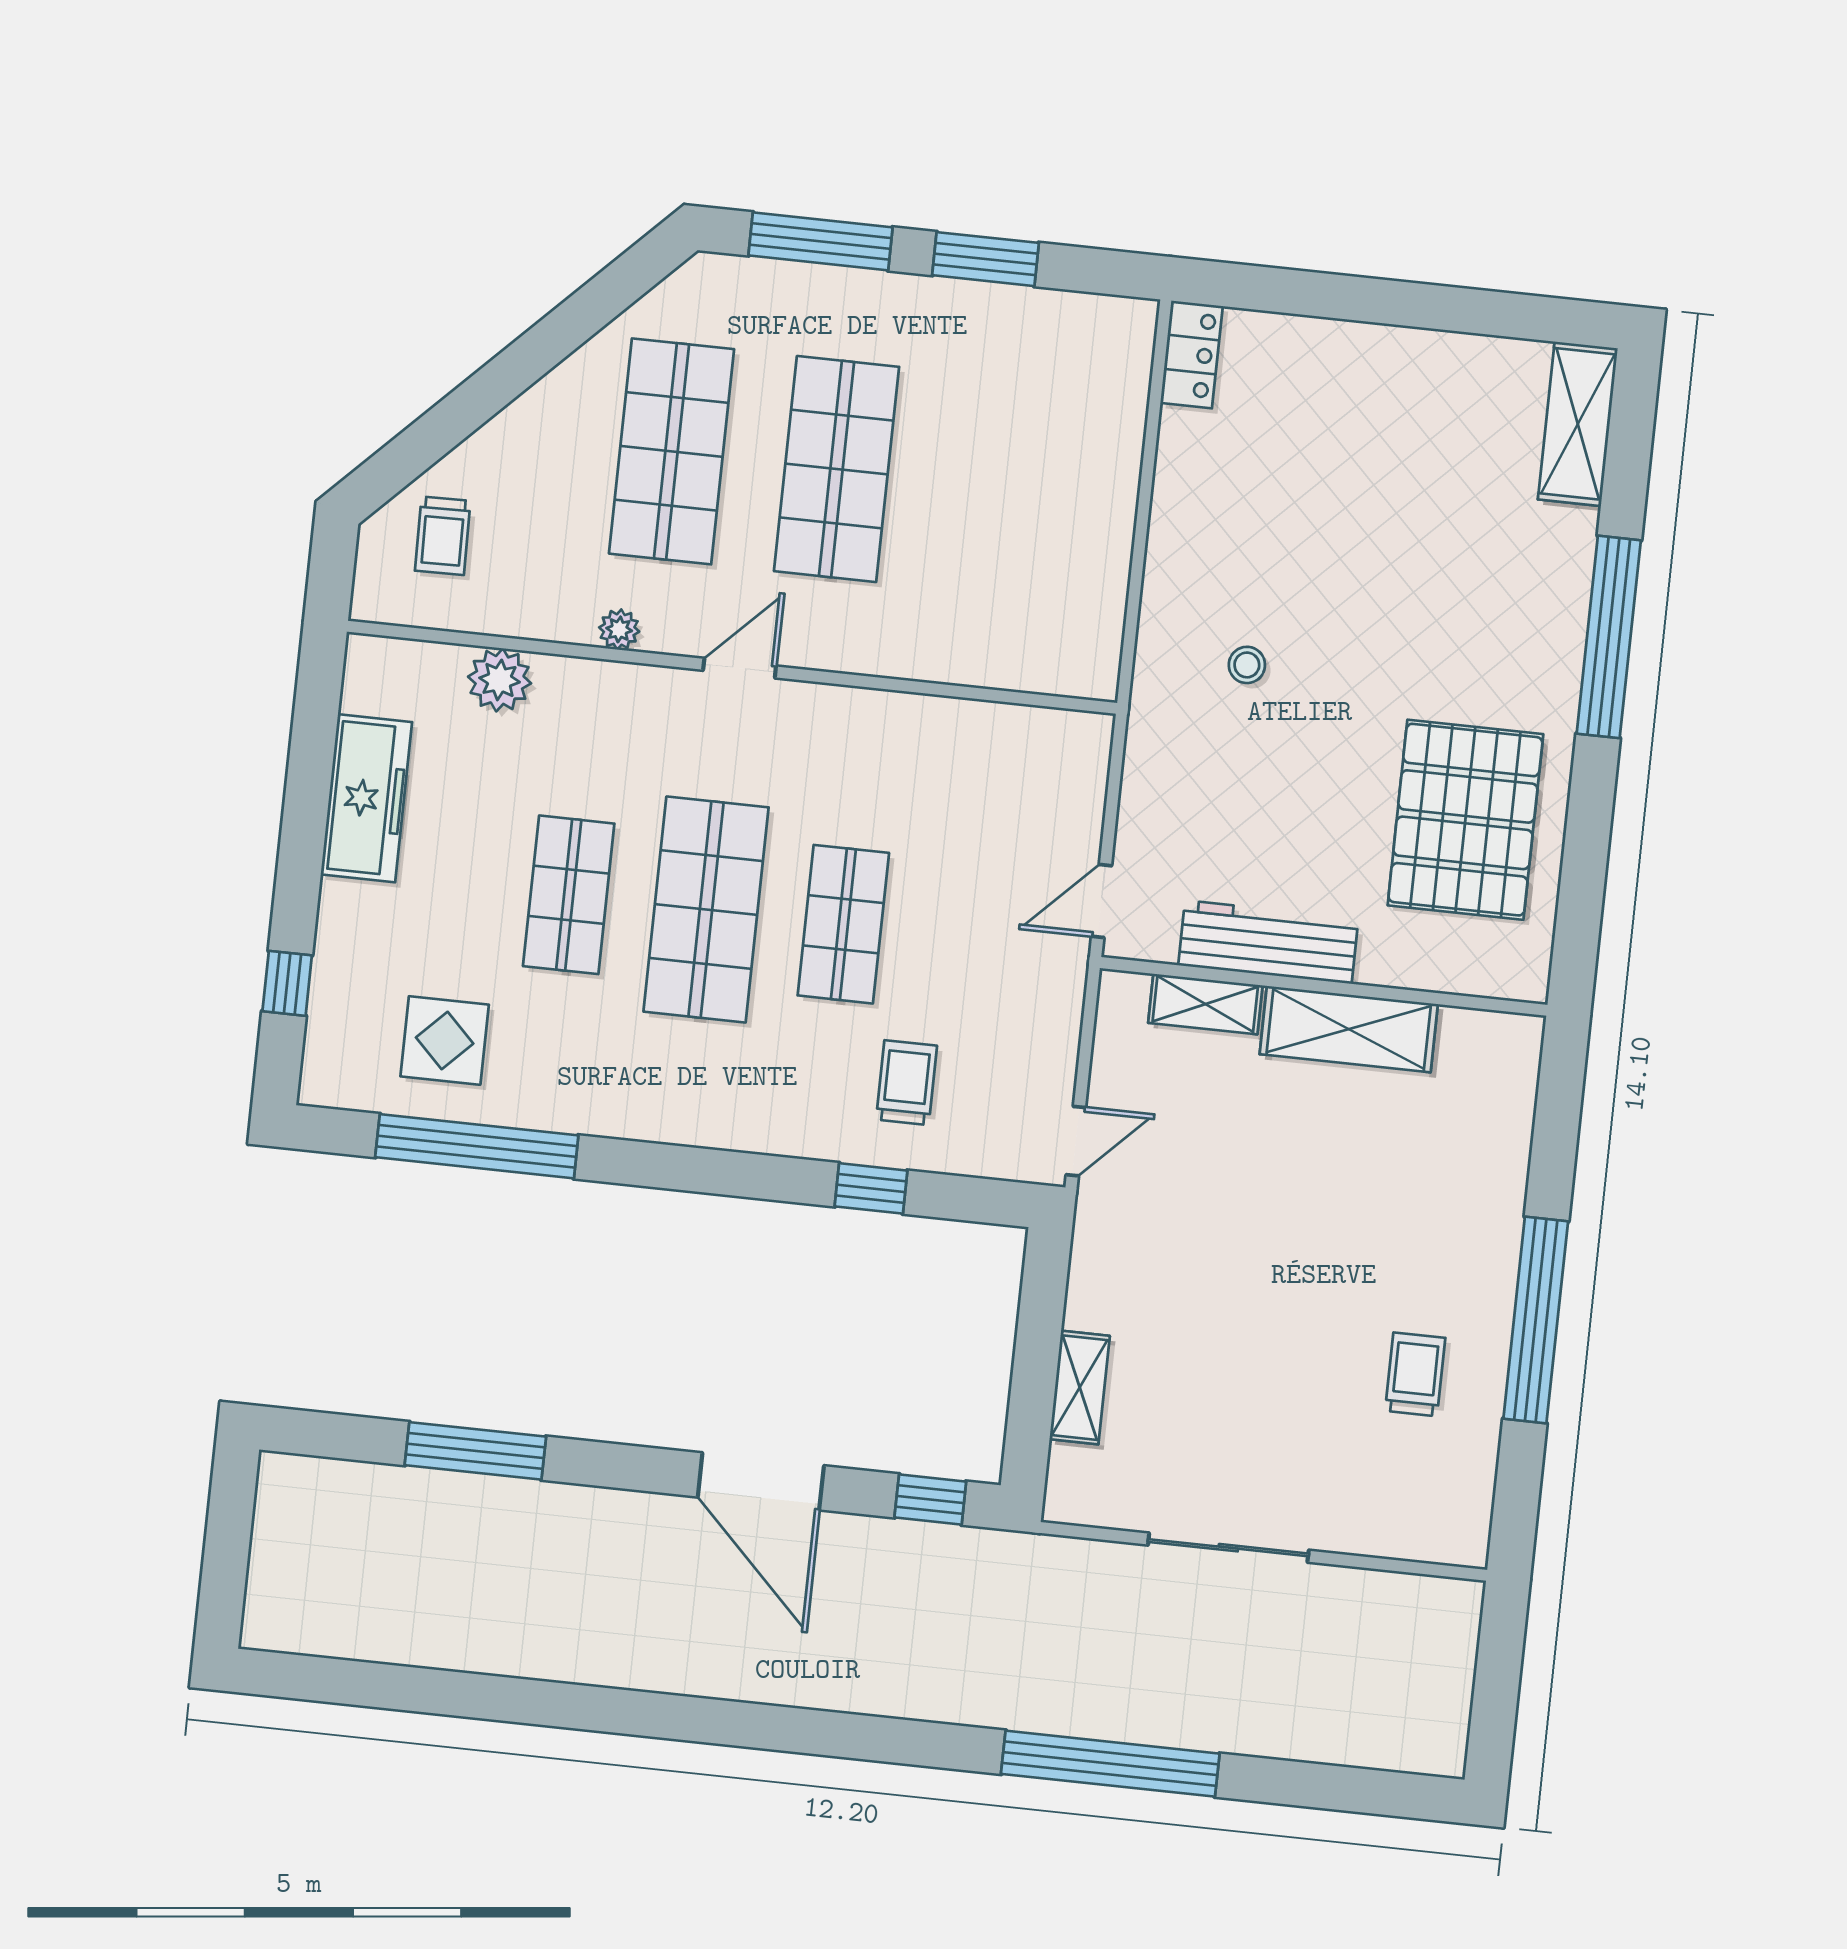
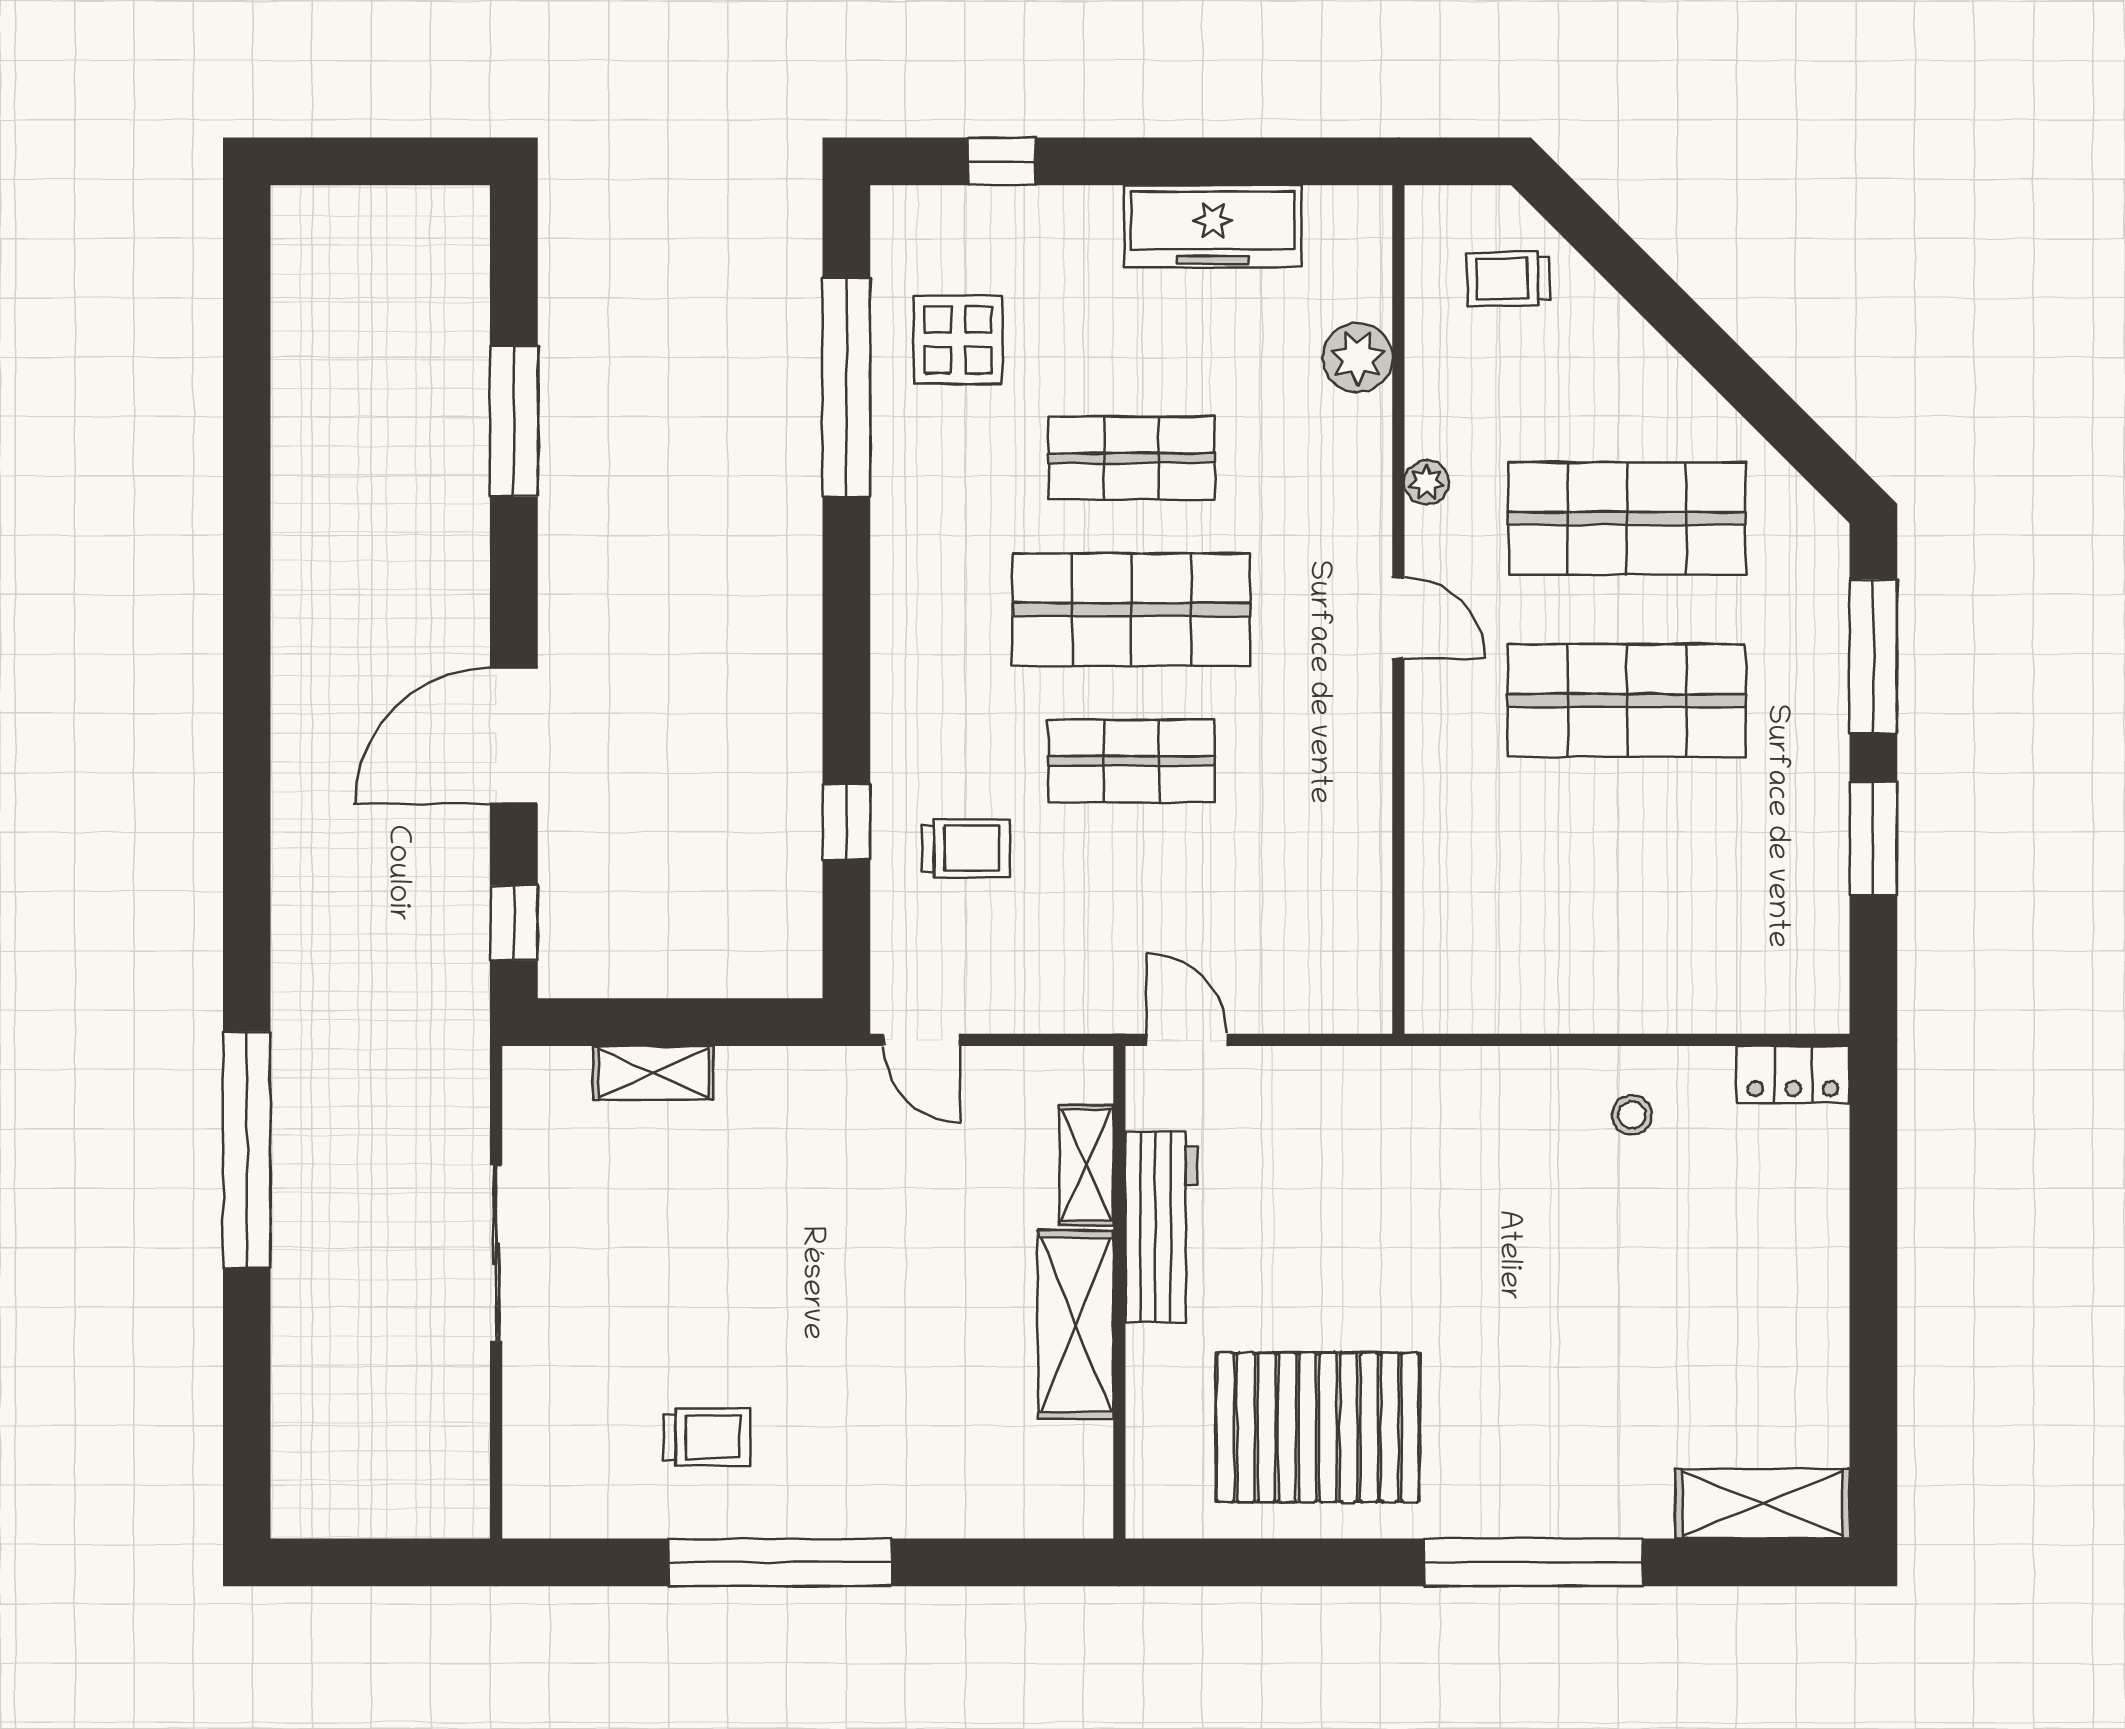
stool: (1247, 665) -> (1632, 1115), moved

